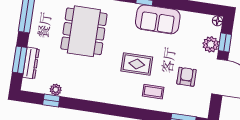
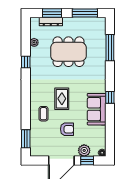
dining table: (84, 31) -> (68, 52), moved
armchair: (186, 77) -> (67, 129), moved
window: (51, 100) -> (26, 62), moved

